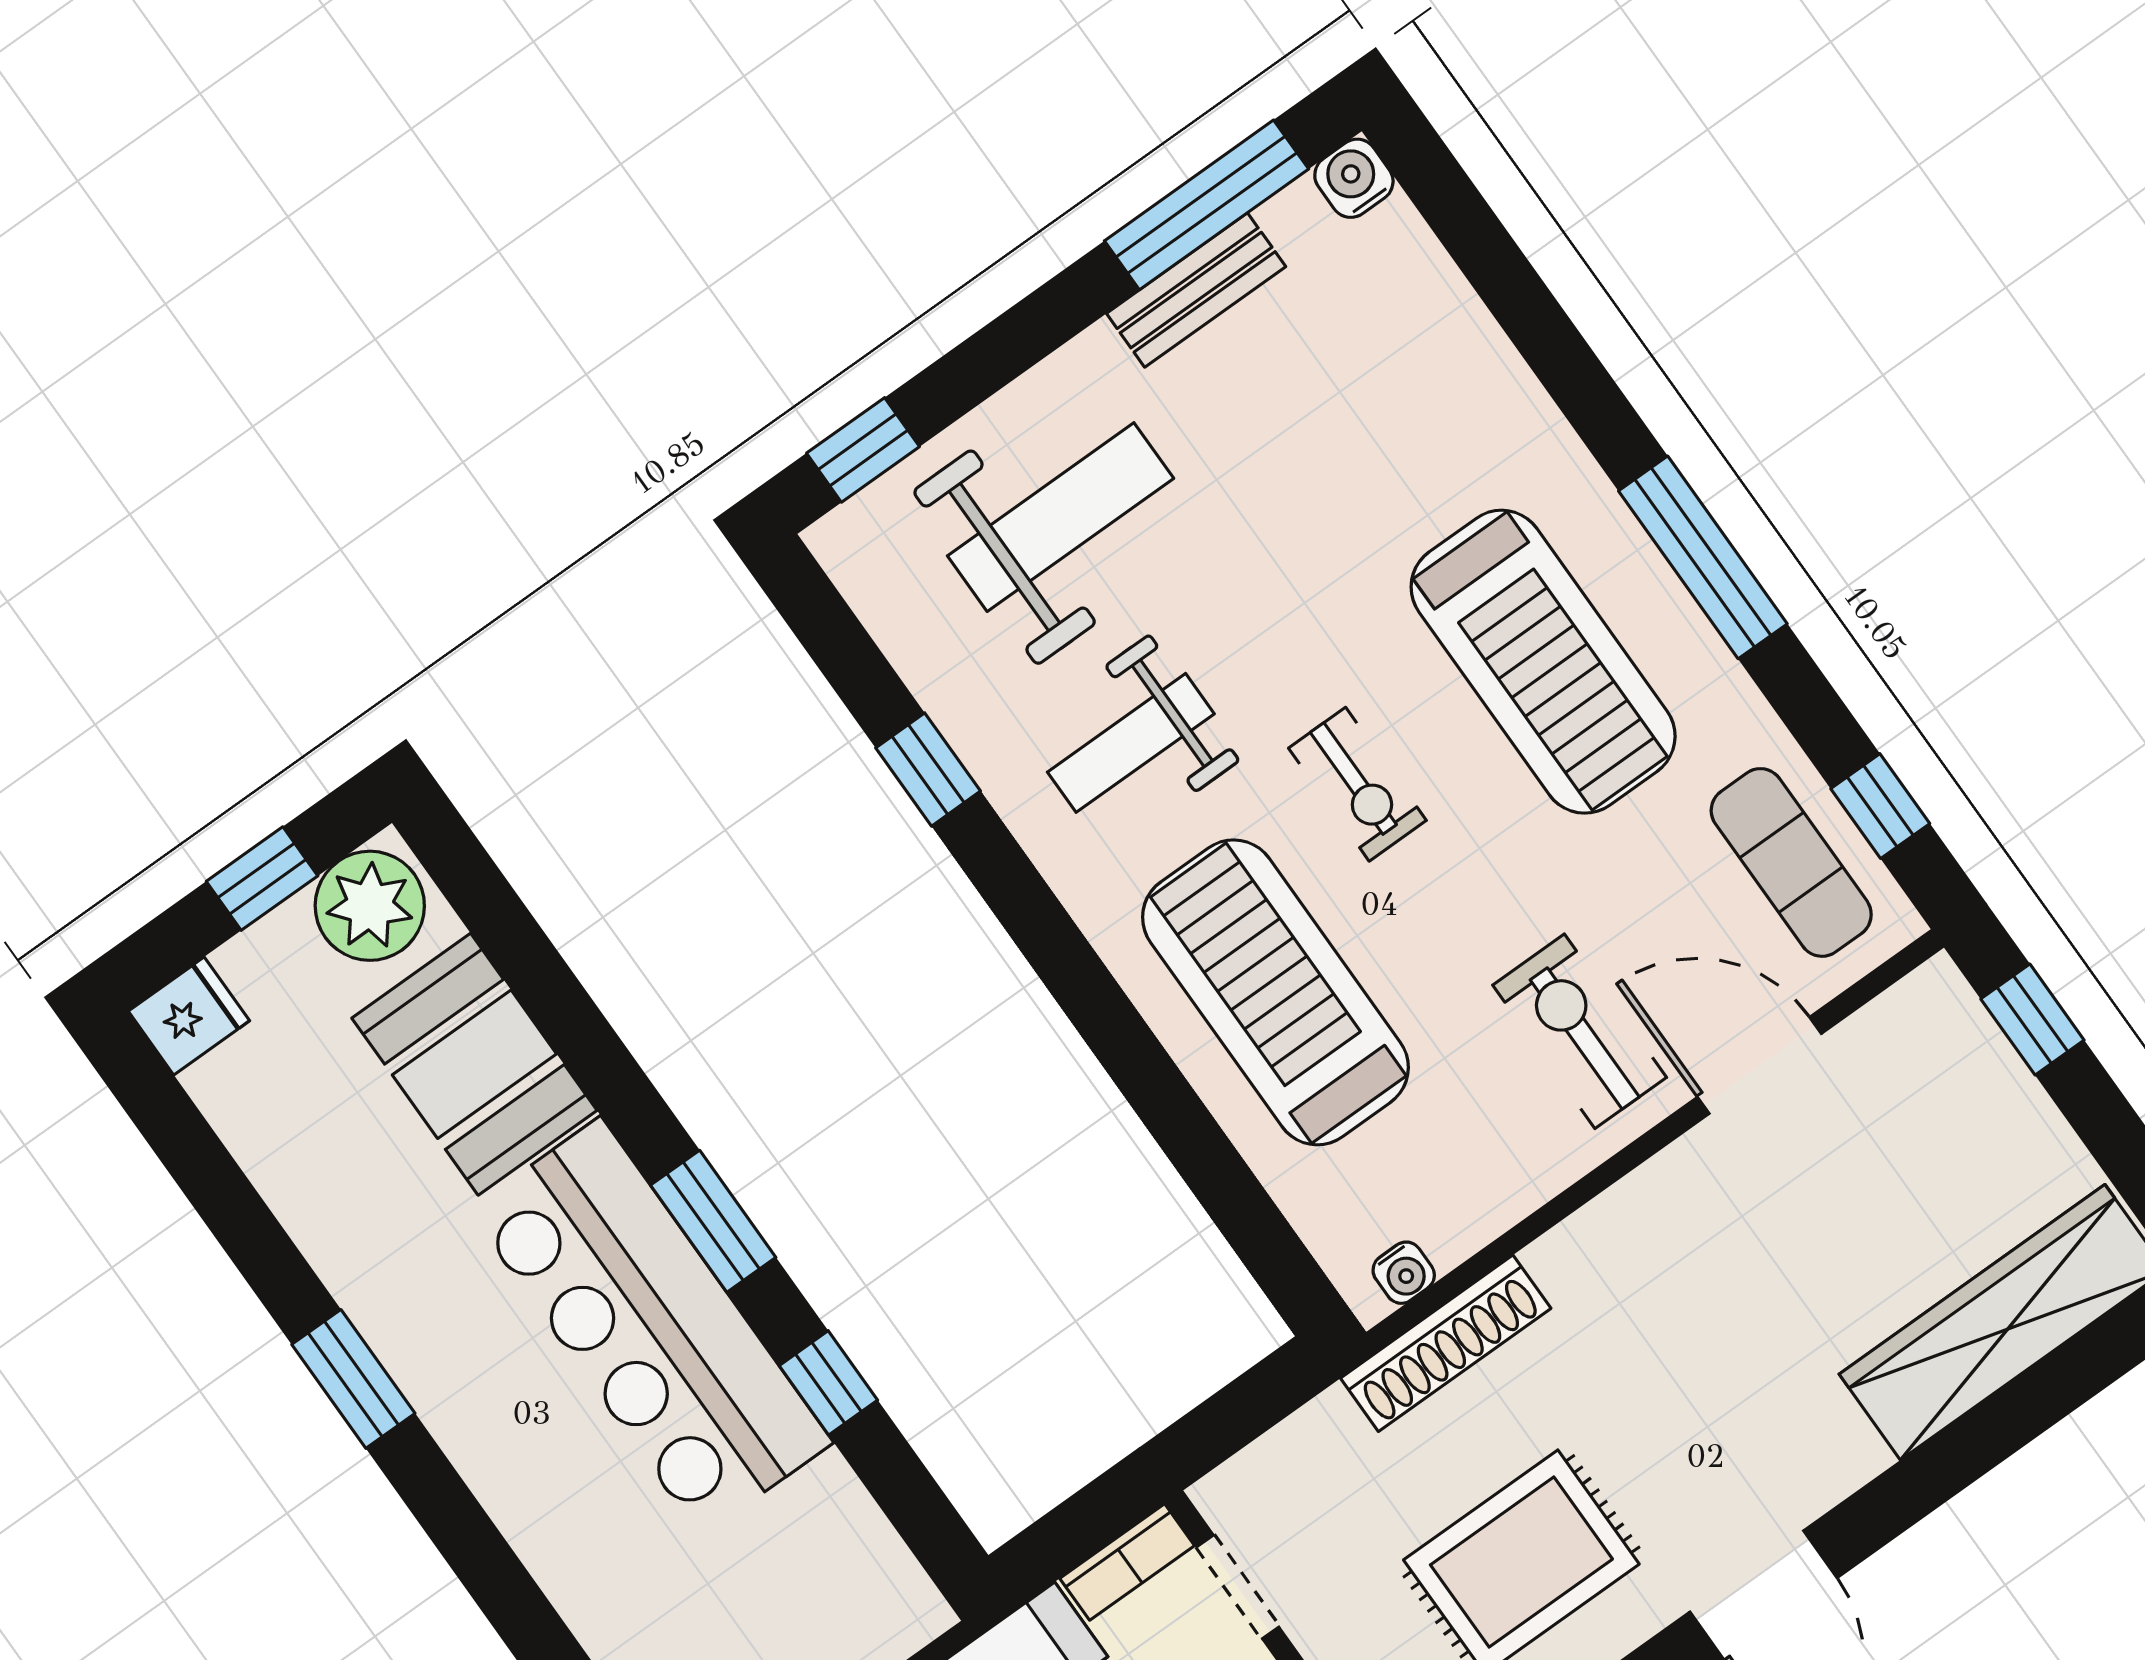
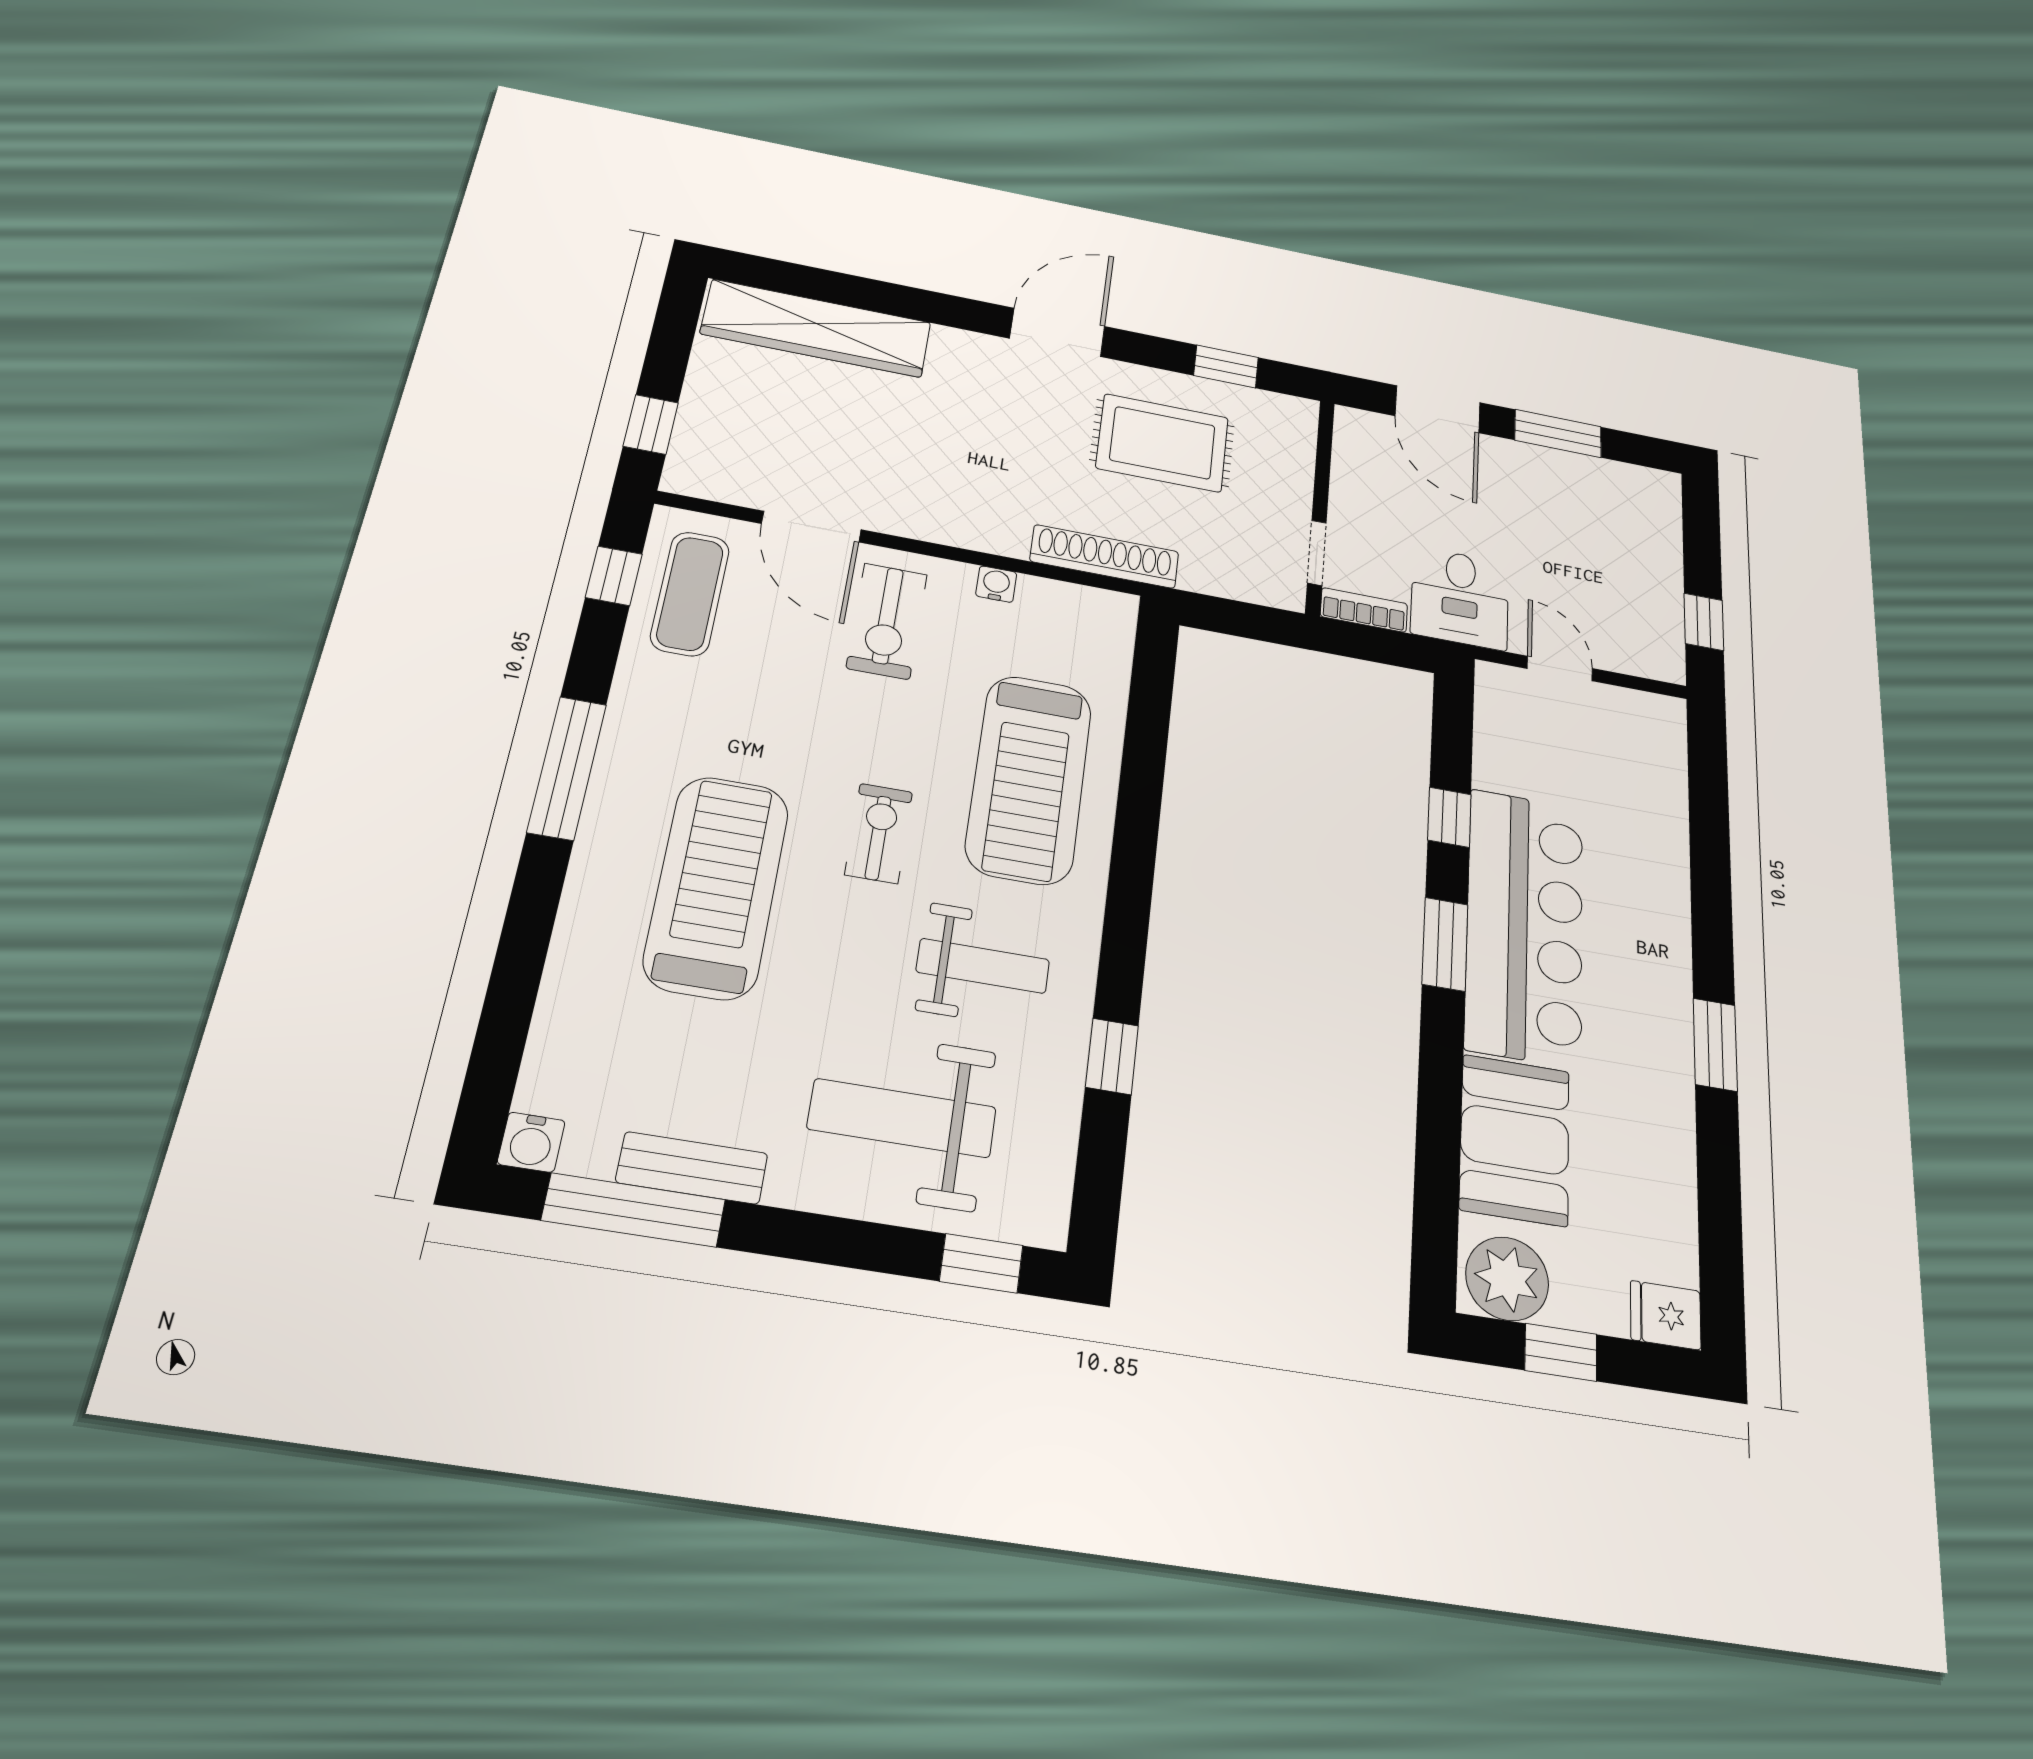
treadmill: (1543, 662) -> (717, 886), moved
water cooler: (1404, 1273) -> (996, 584), moved

